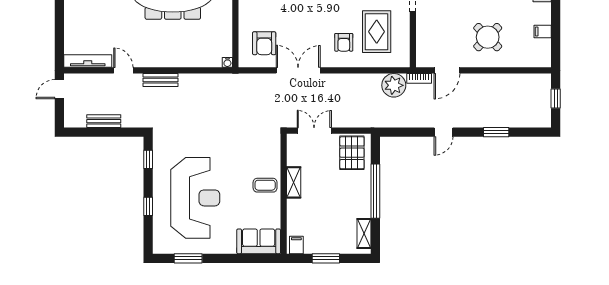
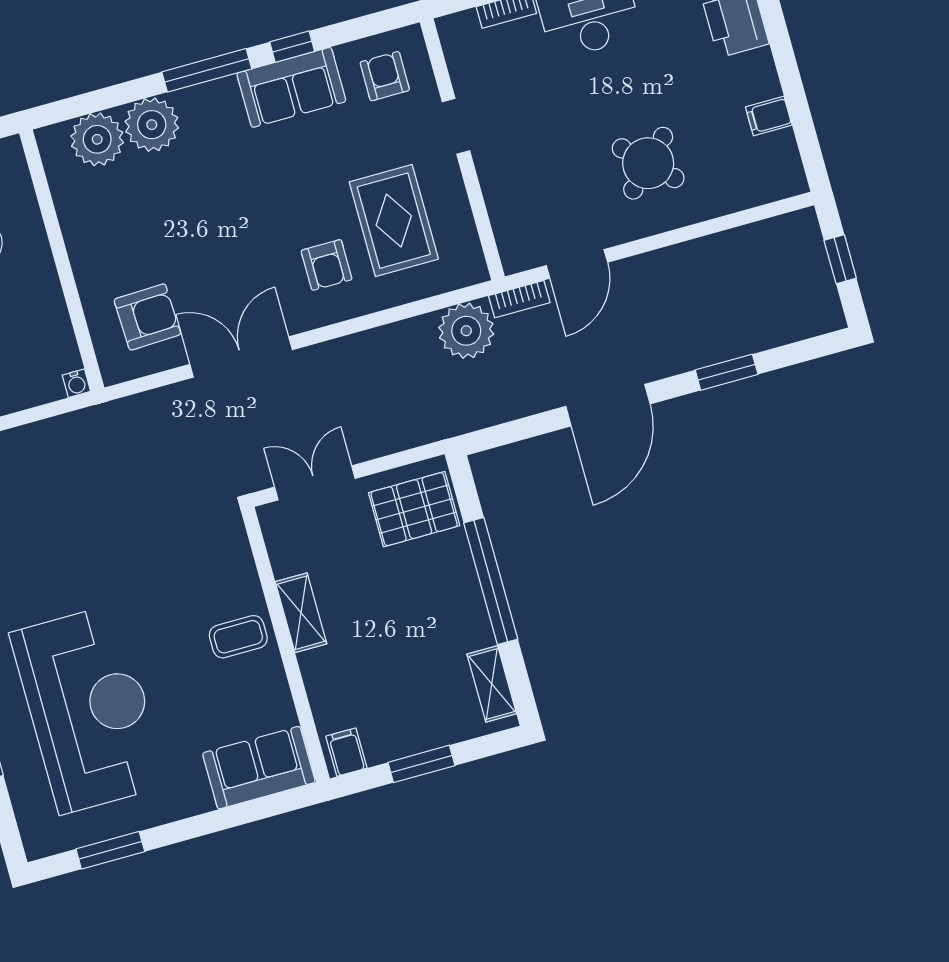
armchair: (264, 43) -> (147, 317), turned -92
door: (444, 132) -> (608, 405), width x1.87
pallet: (352, 153) -> (414, 509), turned 90

